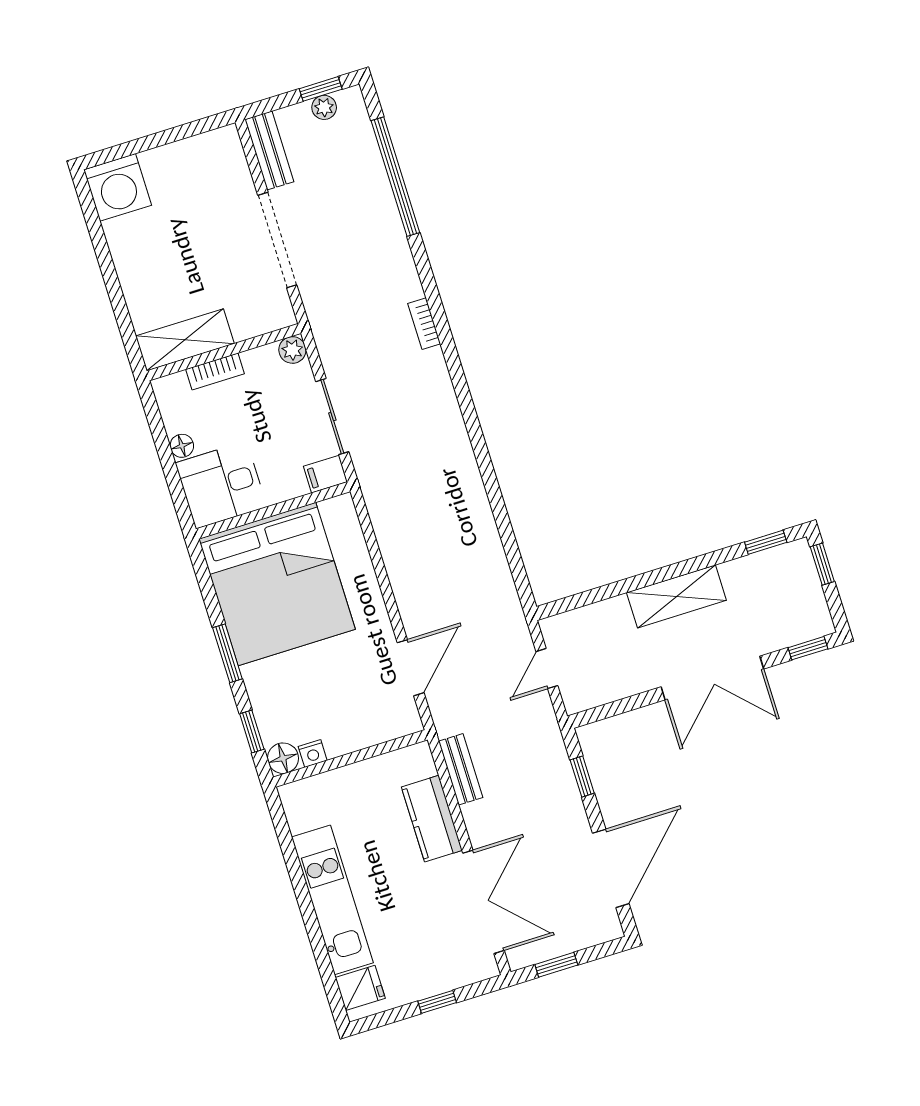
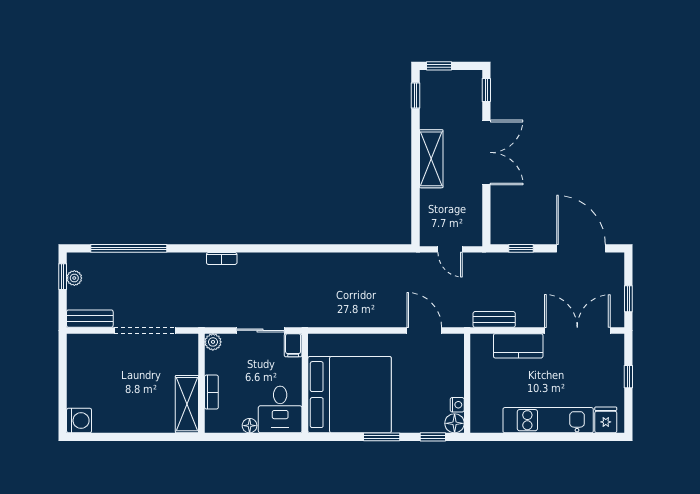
washing machine: (118, 187) -> (79, 421), width x0.73, depth x0.73

